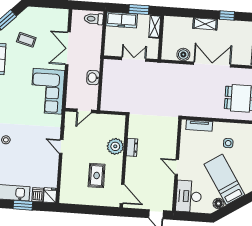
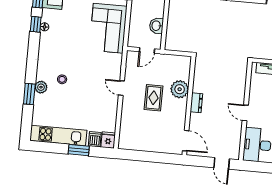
washbasin: (93, 78) -> (156, 26), moved
dresser: (132, 147) -> (196, 103), moved
rug: (97, 175) -> (154, 98), moved

